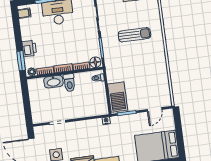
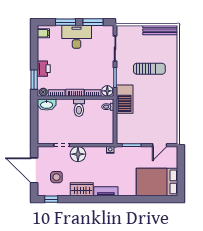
washbasin: (53, 82) -> (47, 105), moved
barbecue: (118, 97) -> (125, 99), moved
floor lamp: (75, 129) -> (78, 154), added

